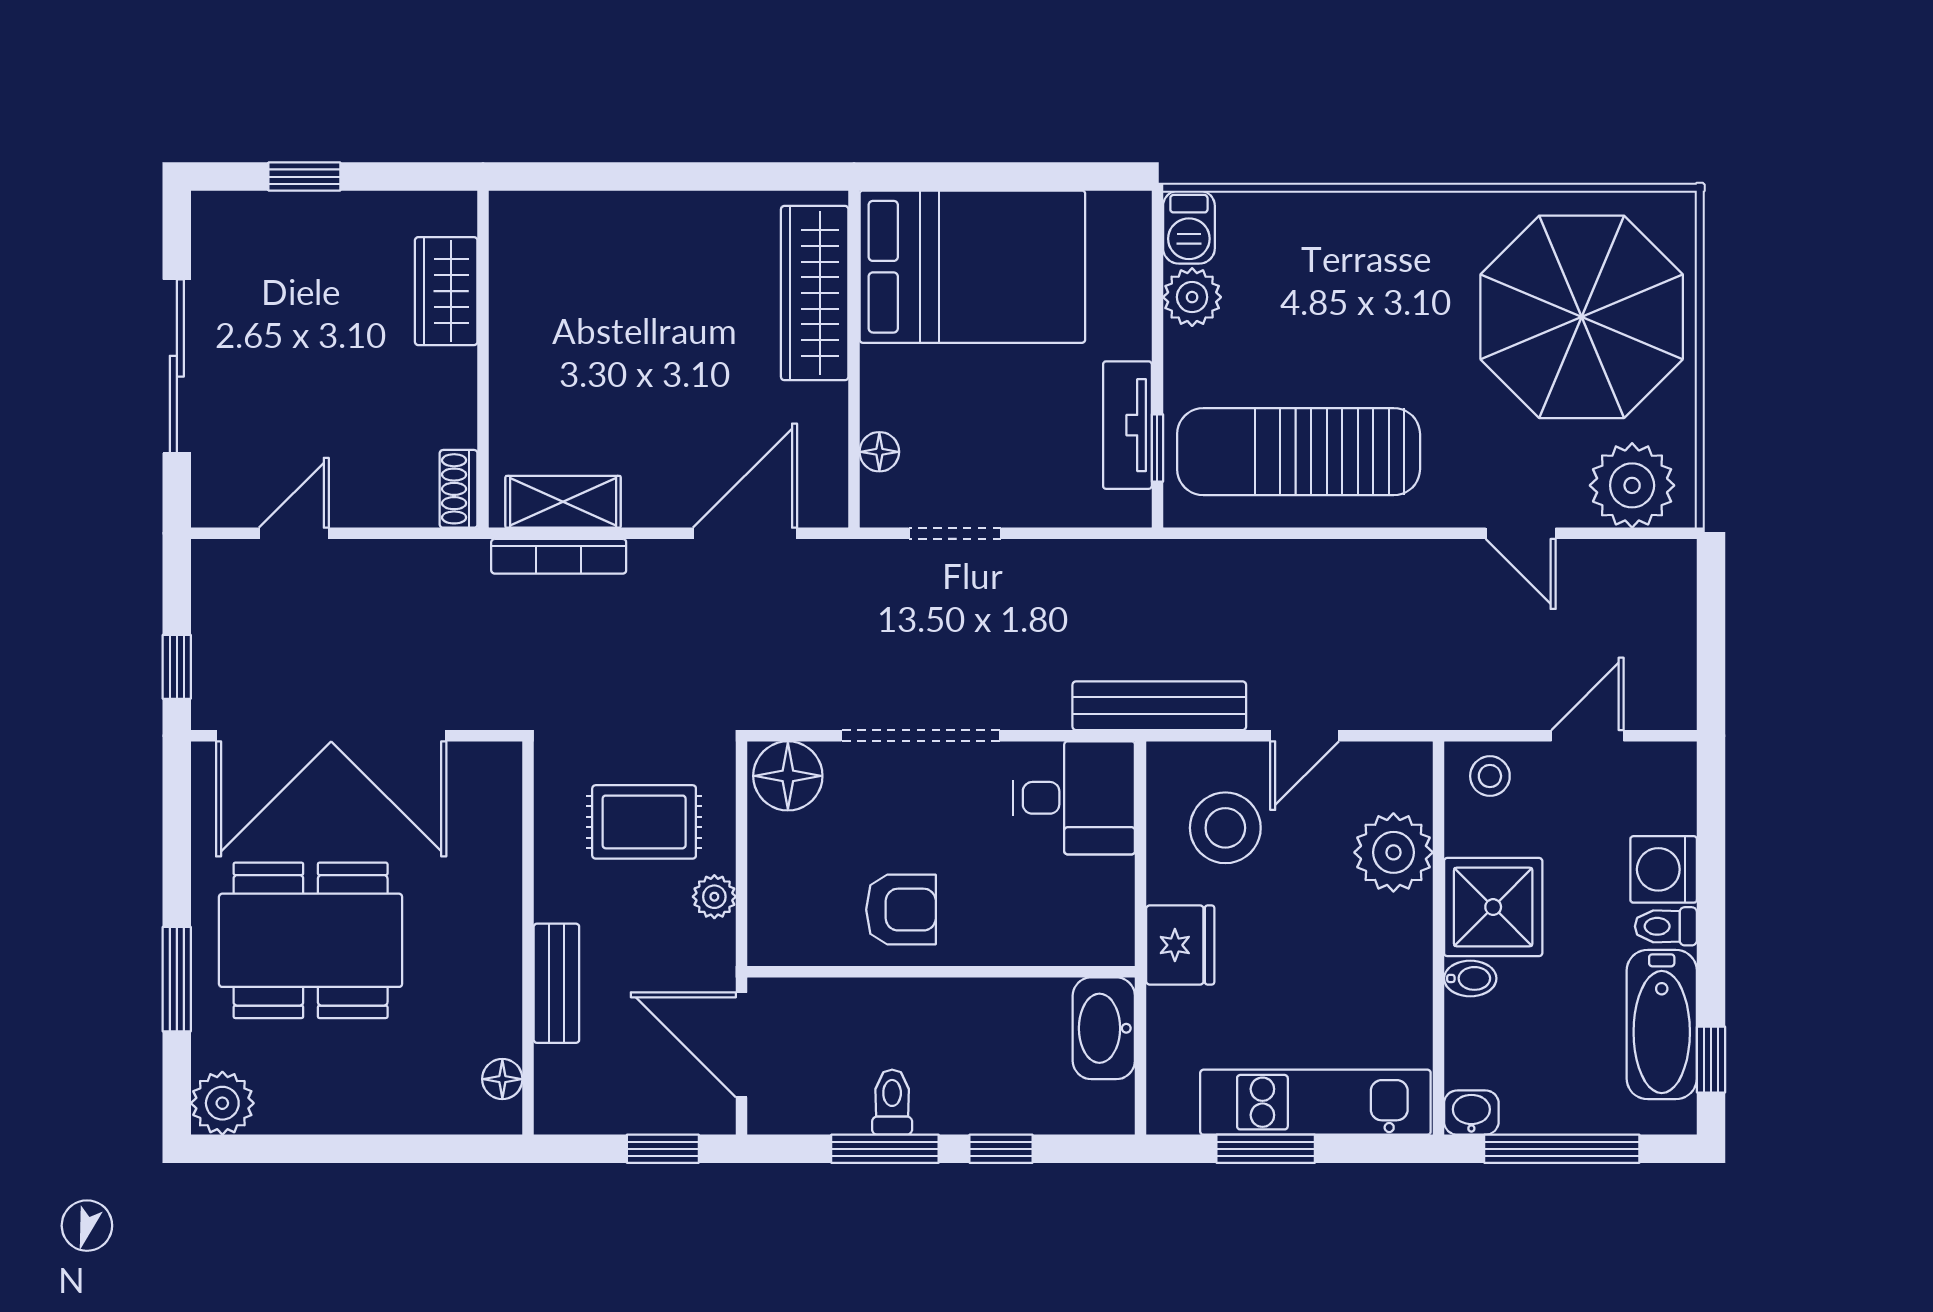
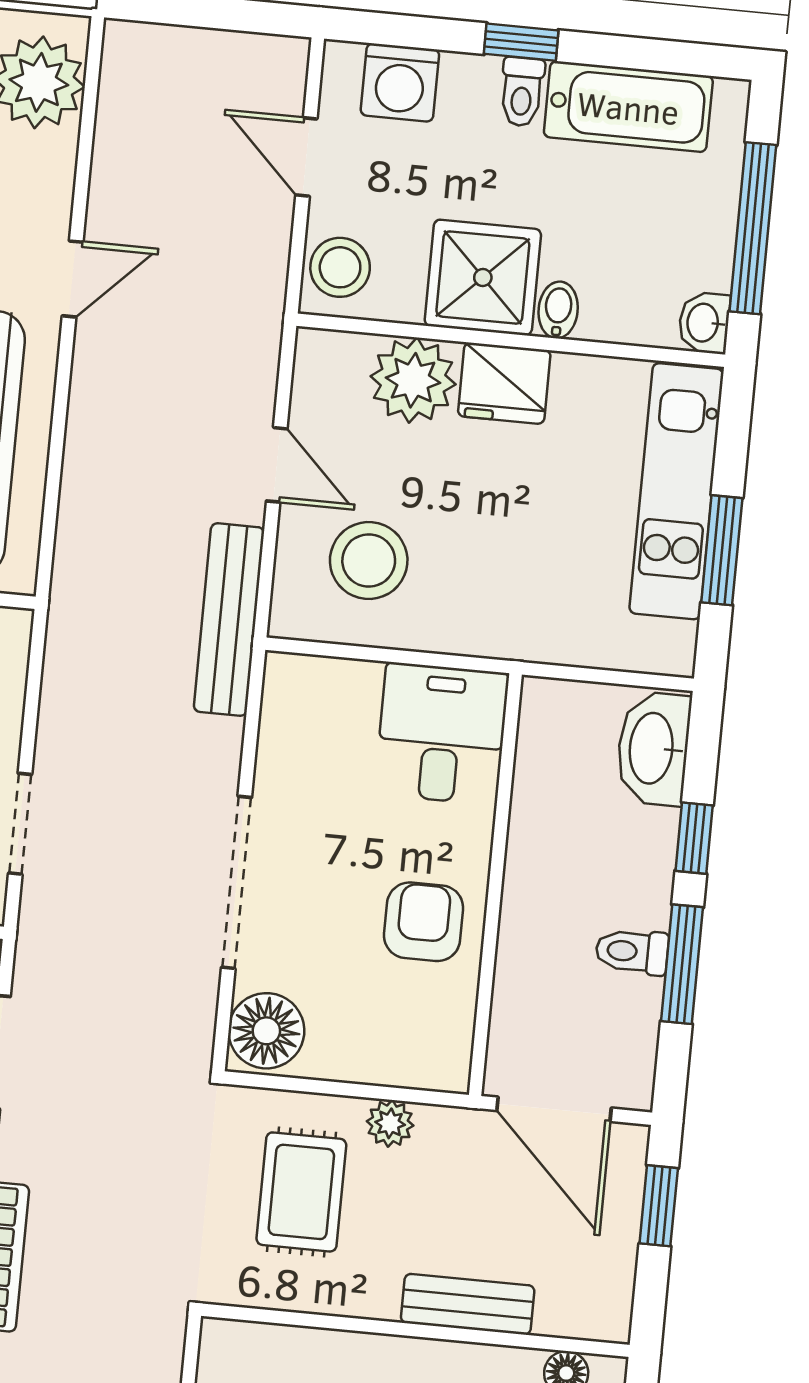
door: (1521, 533) -> (73, 279), moved
stool: (1490, 776) -> (340, 267), width x1.37, depth x1.37
desk: (1074, 798) -> (442, 734), moved
washing machine: (1664, 869) -> (400, 82), moved
fridge: (1180, 945) -> (504, 383), moved, turned 180
washbasin: (1104, 1028) -> (653, 748), moved, turned 90
door: (742, 1045) -> (554, 1109), hinge flipped
window: (1711, 1060) -> (521, 42), moved

